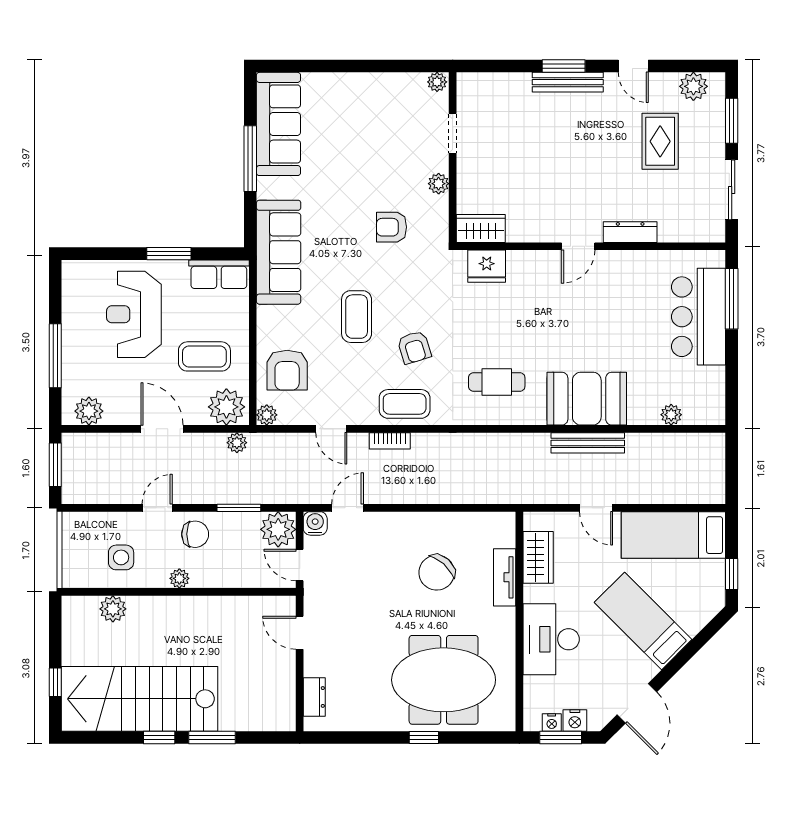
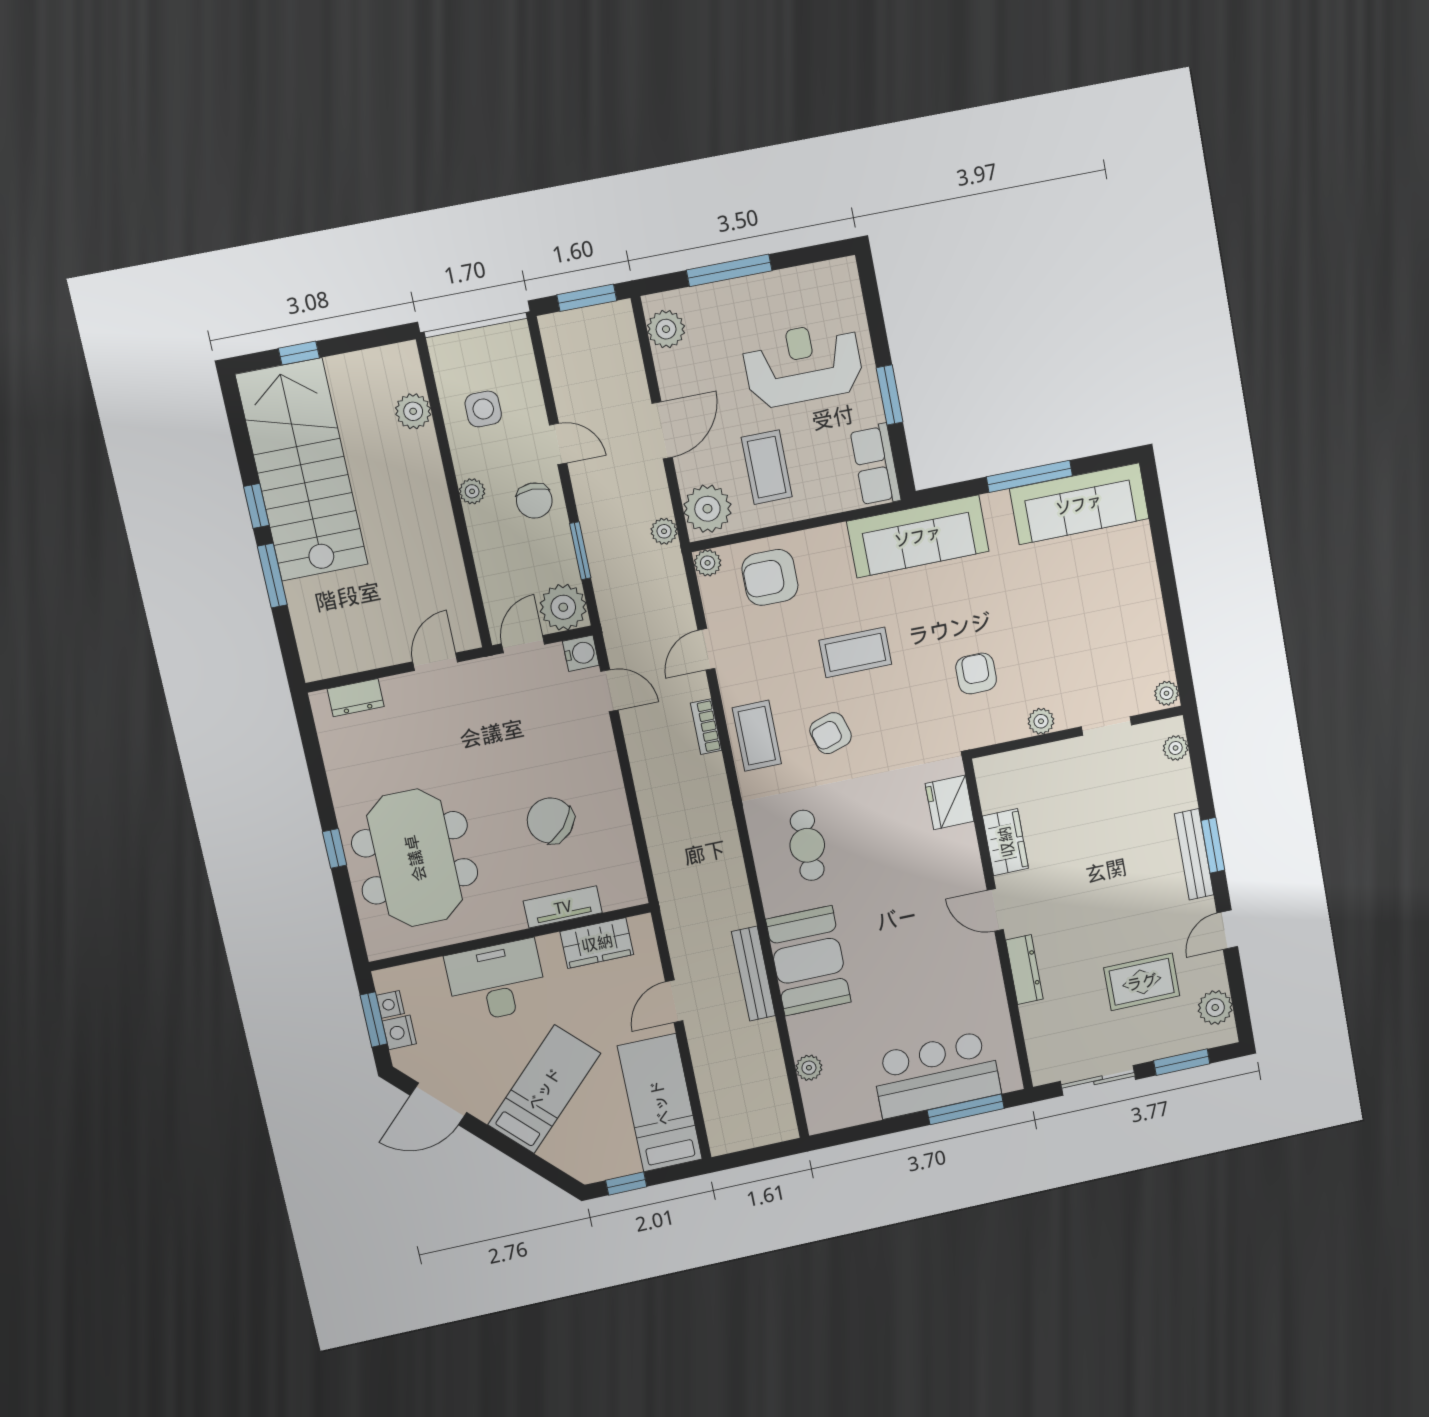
plant: (481, 82) -> (1176, 748), added
wardrobe: (481, 228) -> (1006, 842), moved

